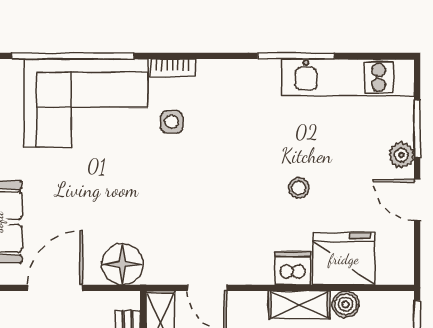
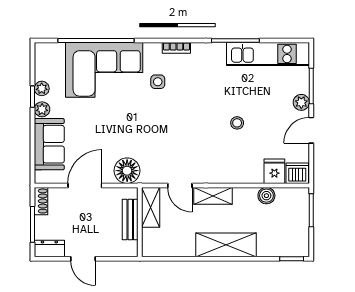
bookcase: (173, 68) -> (176, 48), moved
door: (417, 200) -> (311, 130), hinge flipped
fridge: (344, 259) -> (274, 171), width x0.53, depth x0.75
dishwasher: (293, 268) -> (297, 173), moved
shelving: (299, 305) -> (213, 196), moved

